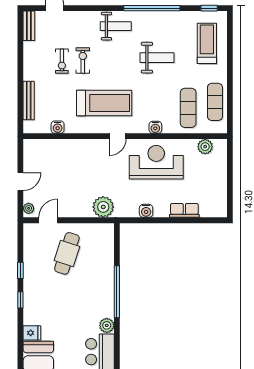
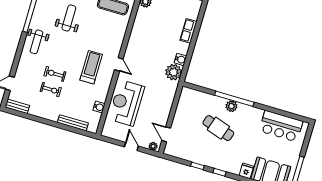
weight bench: (116, 26) -> (36, 42), turned 180
treadmill: (104, 103) -> (91, 67), width x0.73, depth x0.73
water cooler: (155, 127) -> (120, 34), removed
reception desk: (156, 162) -> (126, 103), moved
plant: (103, 207) -> (174, 72), moved
cafe table: (67, 253) -> (218, 128), moved
plant: (107, 325) -> (231, 106), moved

